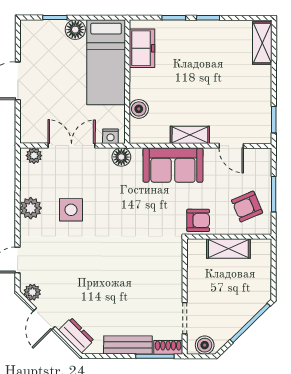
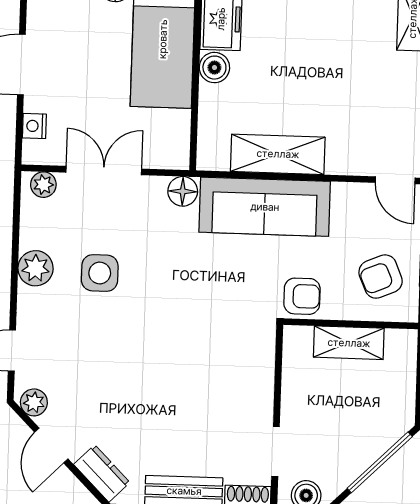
boiler: (139, 109) -> (214, 68), moved
shelving: (190, 135) -> (278, 154), width x1.50, depth x1.33
nightstand: (110, 136) -> (34, 126), moved, turned 90
door: (231, 146) -> (395, 180), moved
sofa: (173, 165) -> (265, 207), width x1.36

